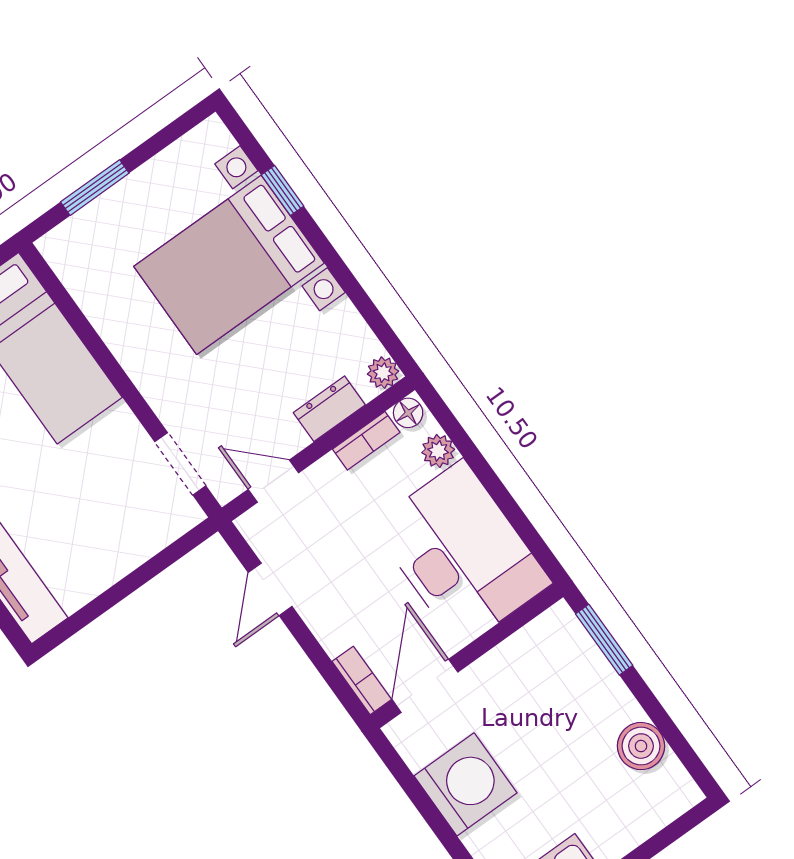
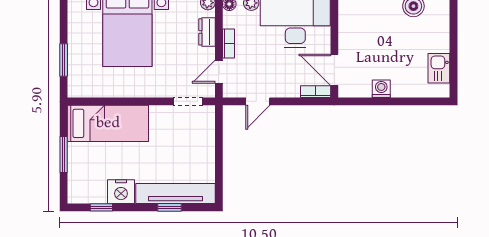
bookcase: (366, 441) -> (228, 43), moved
door: (270, 589) -> (258, 101), hinge flipped
washing machine: (466, 784) -> (381, 89), width x0.53, depth x0.53

